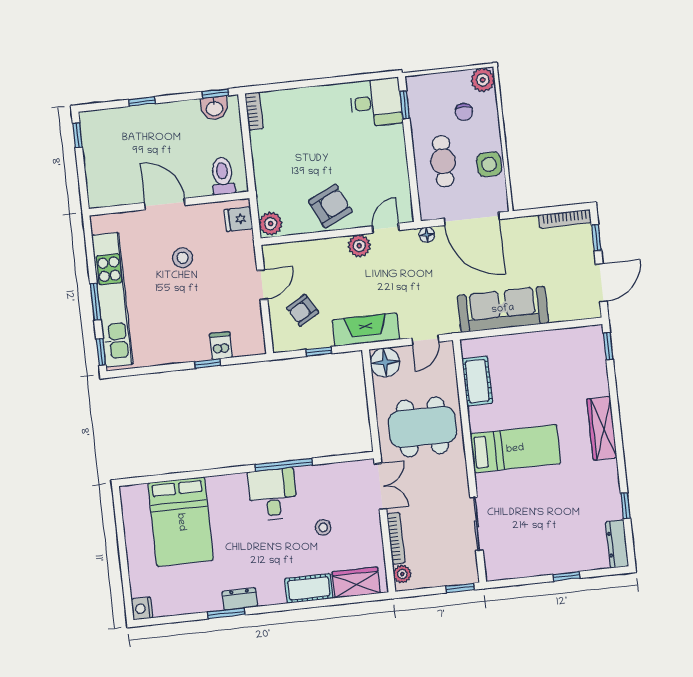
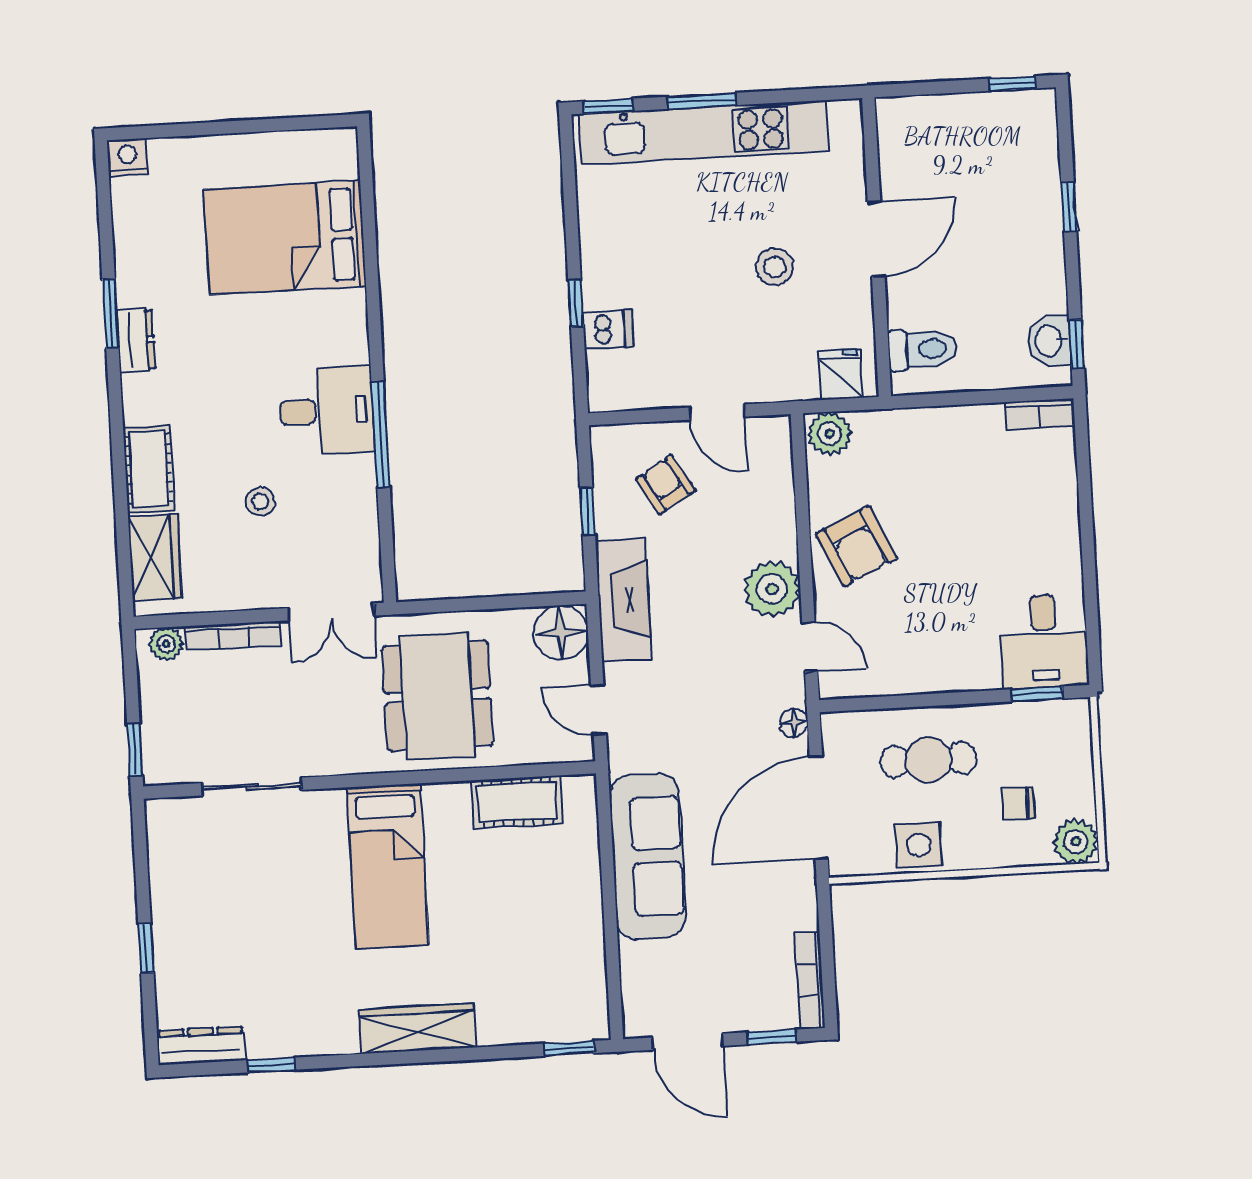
plant: (359, 246) -> (772, 589), width x1.36, depth x1.36

